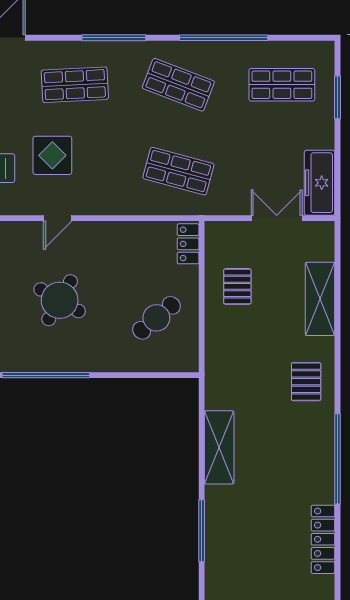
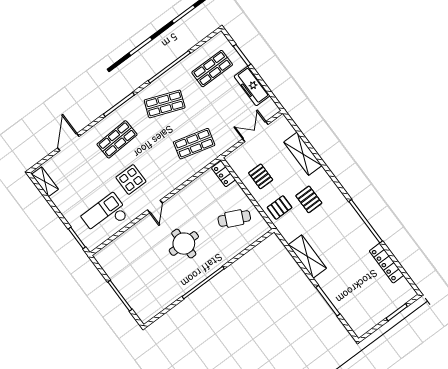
freezer: (320, 183) -> (252, 86), moved
round table: (60, 300) -> (184, 244), turned -30
cafe table: (156, 318) -> (234, 218), turned 65
pallet: (231, 350) -> (280, 207), added
pallet: (306, 382) -> (309, 199), moved

